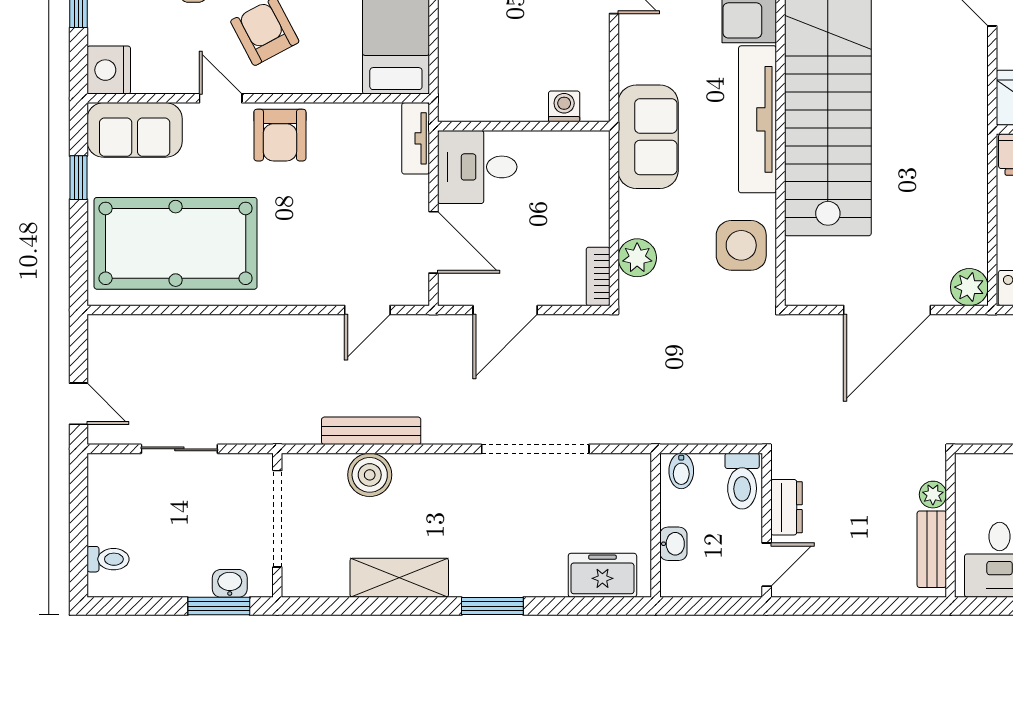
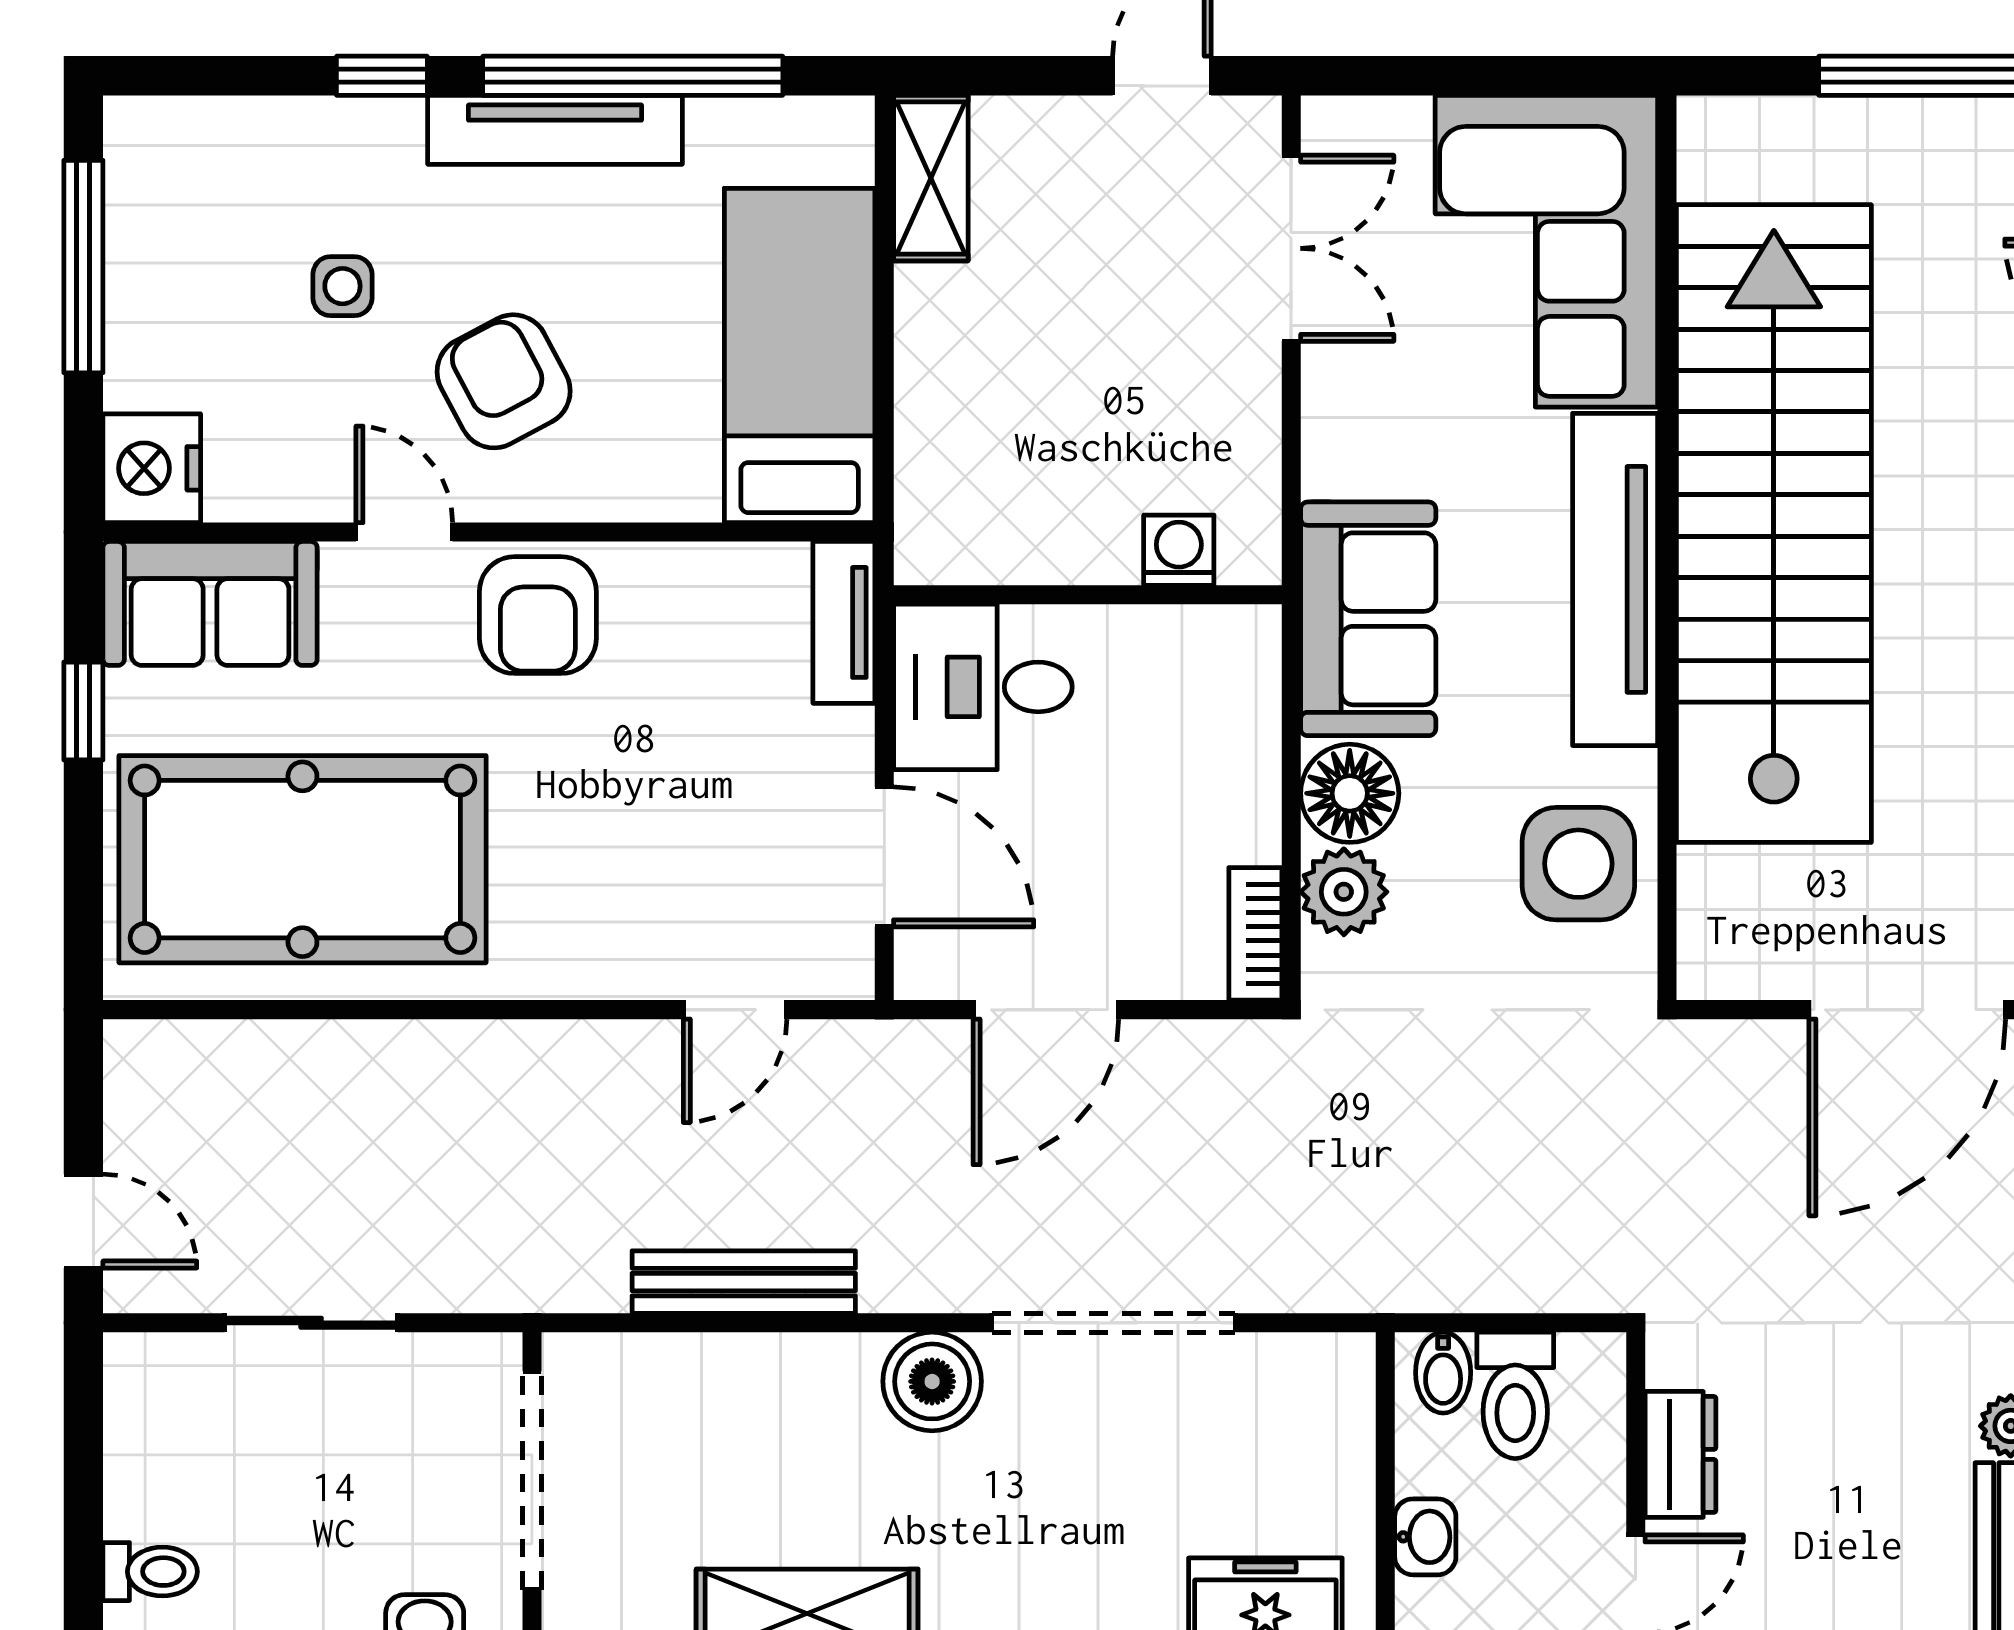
floor lamp: (640, 214) -> (1350, 793), added
boiler: (370, 475) -> (932, 1381), moved
toilet: (742, 481) -> (1515, 1395), moved

